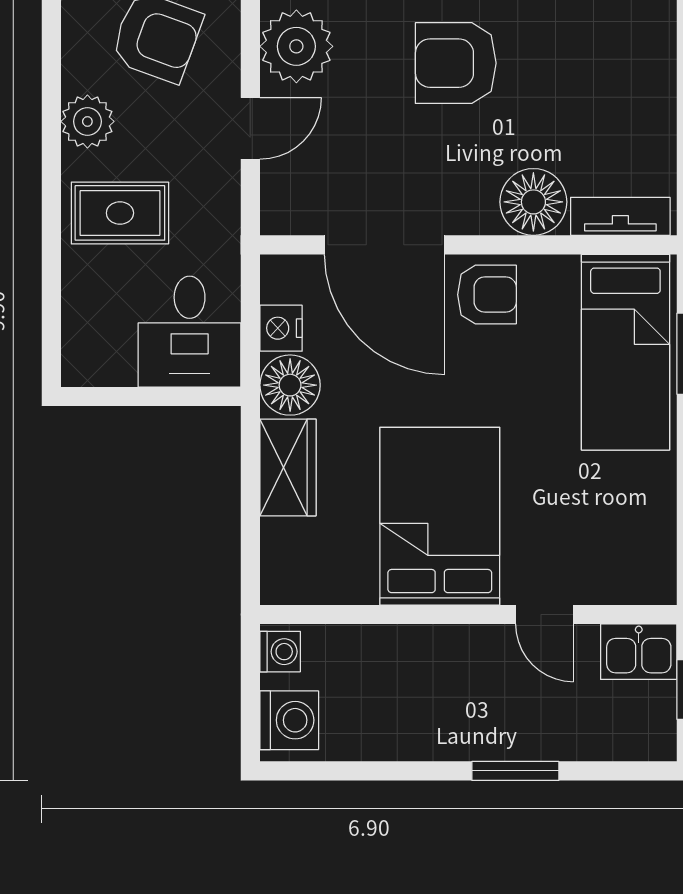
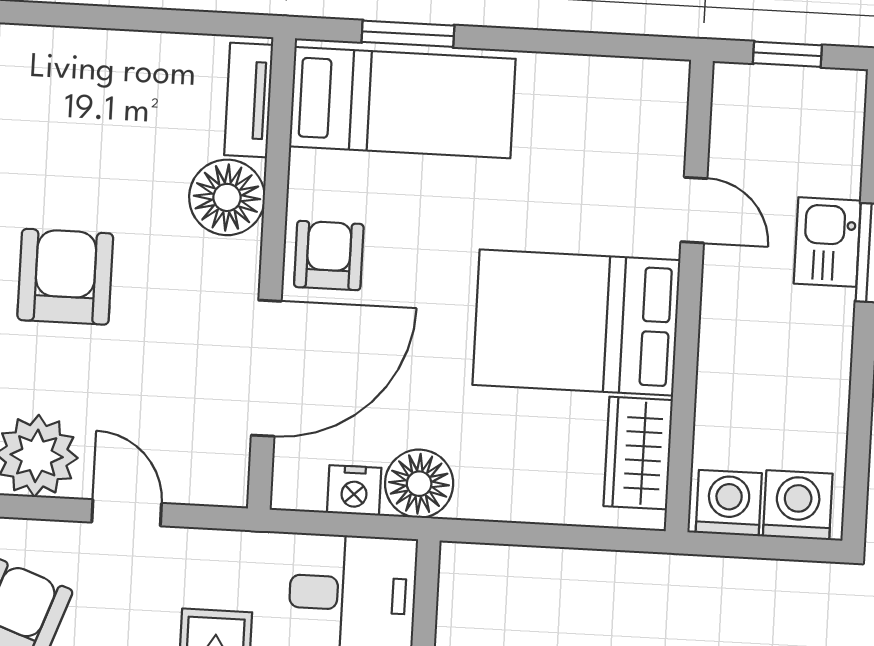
armchair: (456, 63) -> (65, 277), turned 180
wardrobe: (288, 467) -> (638, 453), moved, turned -90
door: (545, 615) -> (694, 210), hinge flipped
washing machine: (280, 652) -> (729, 503), width x1.38, depth x1.38
kitchen sink: (639, 652) -> (827, 242), moved, turned 180

